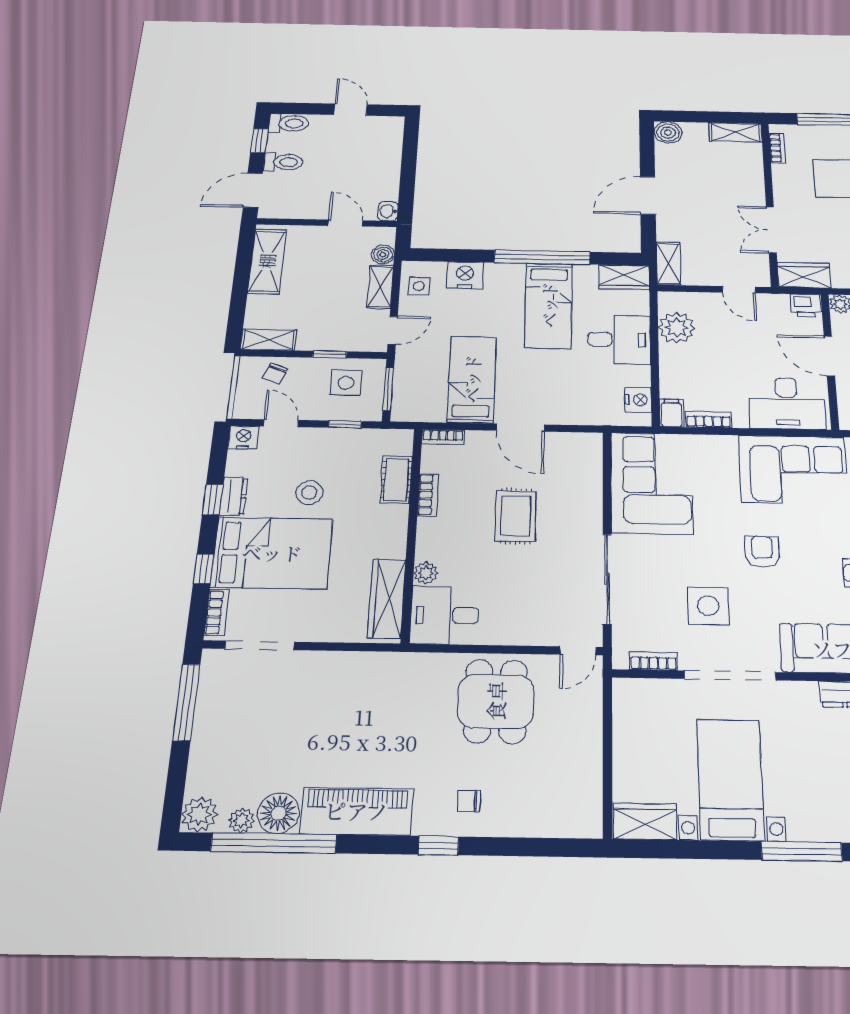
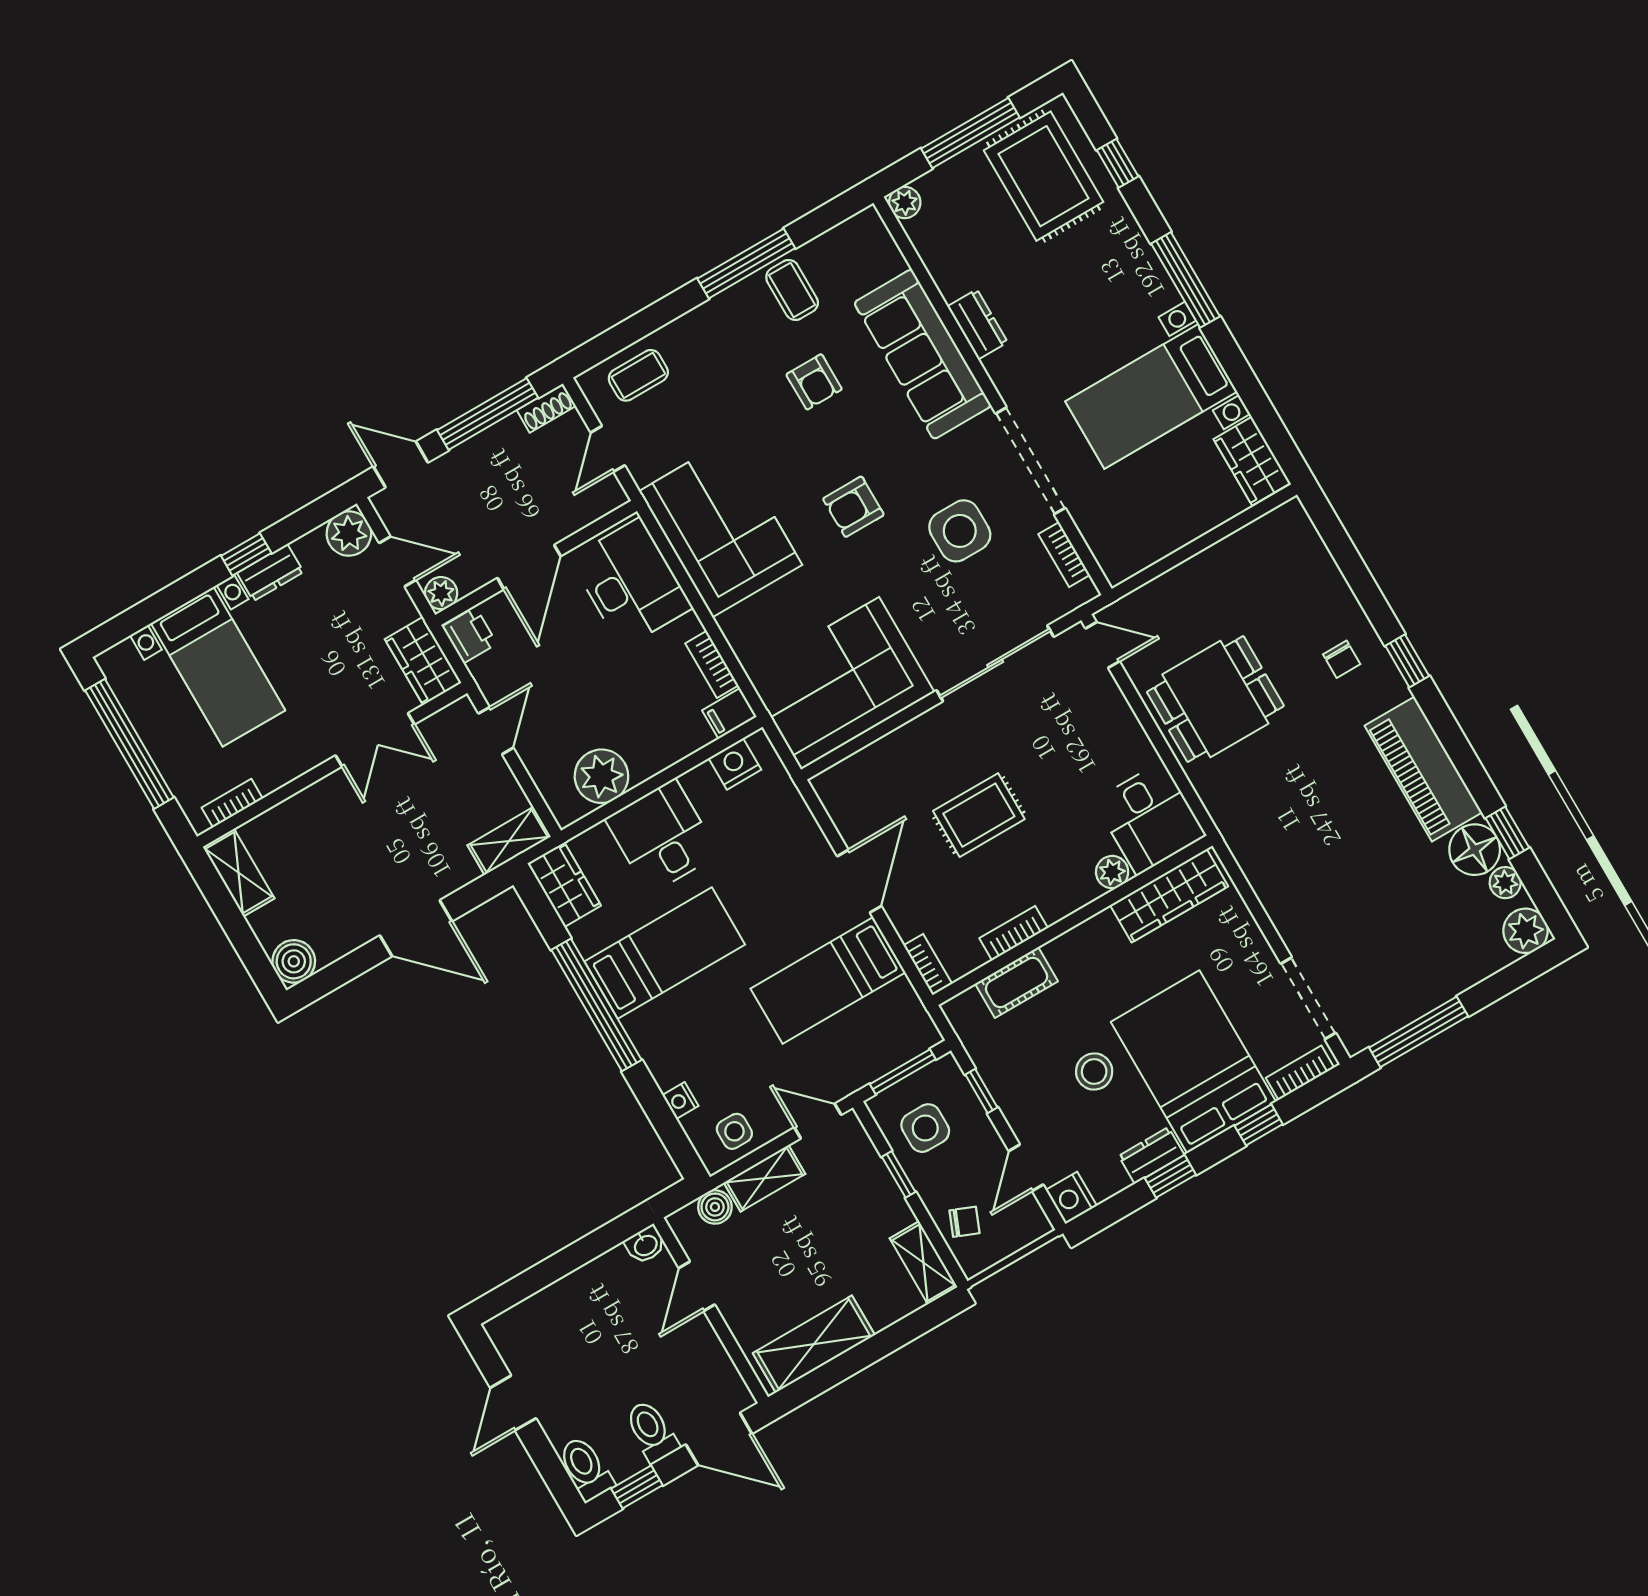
nightstand: (465, 275) -> (680, 1100), width x0.53, depth x0.56
window: (274, 843) -> (1507, 833), width x0.32

